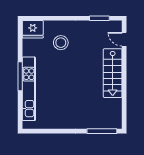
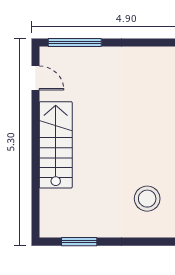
door: (124, 39) -> (35, 78), moved

